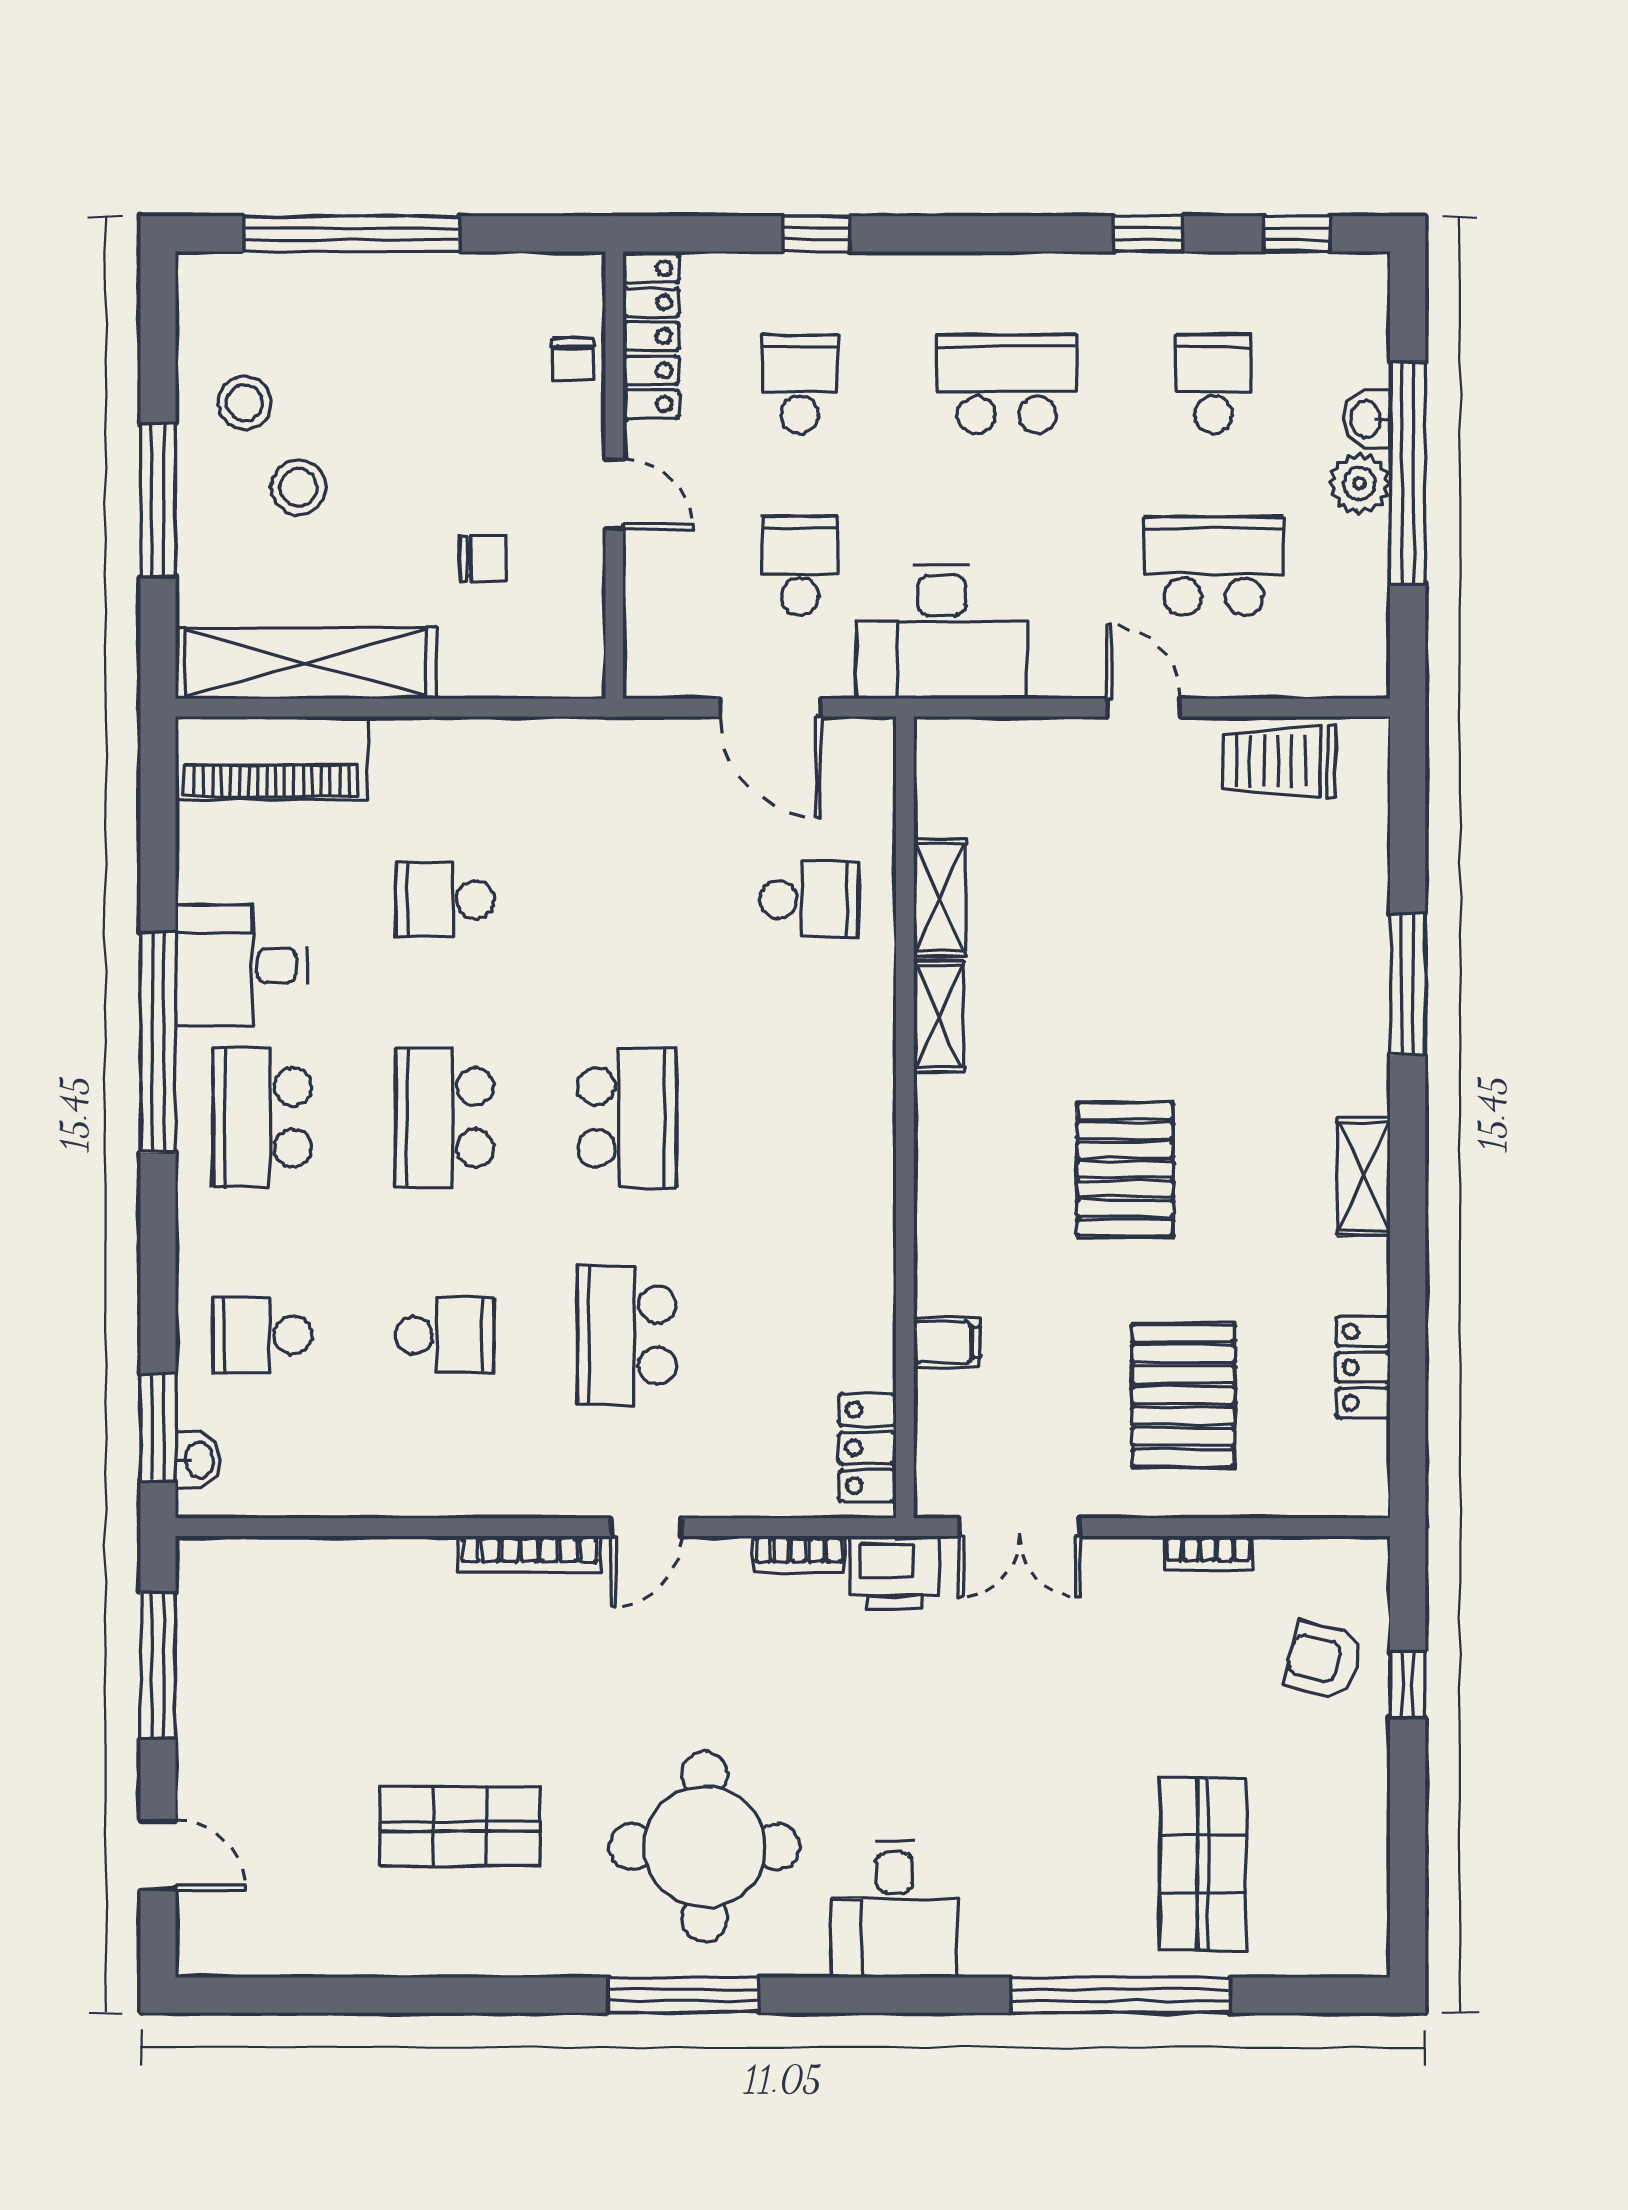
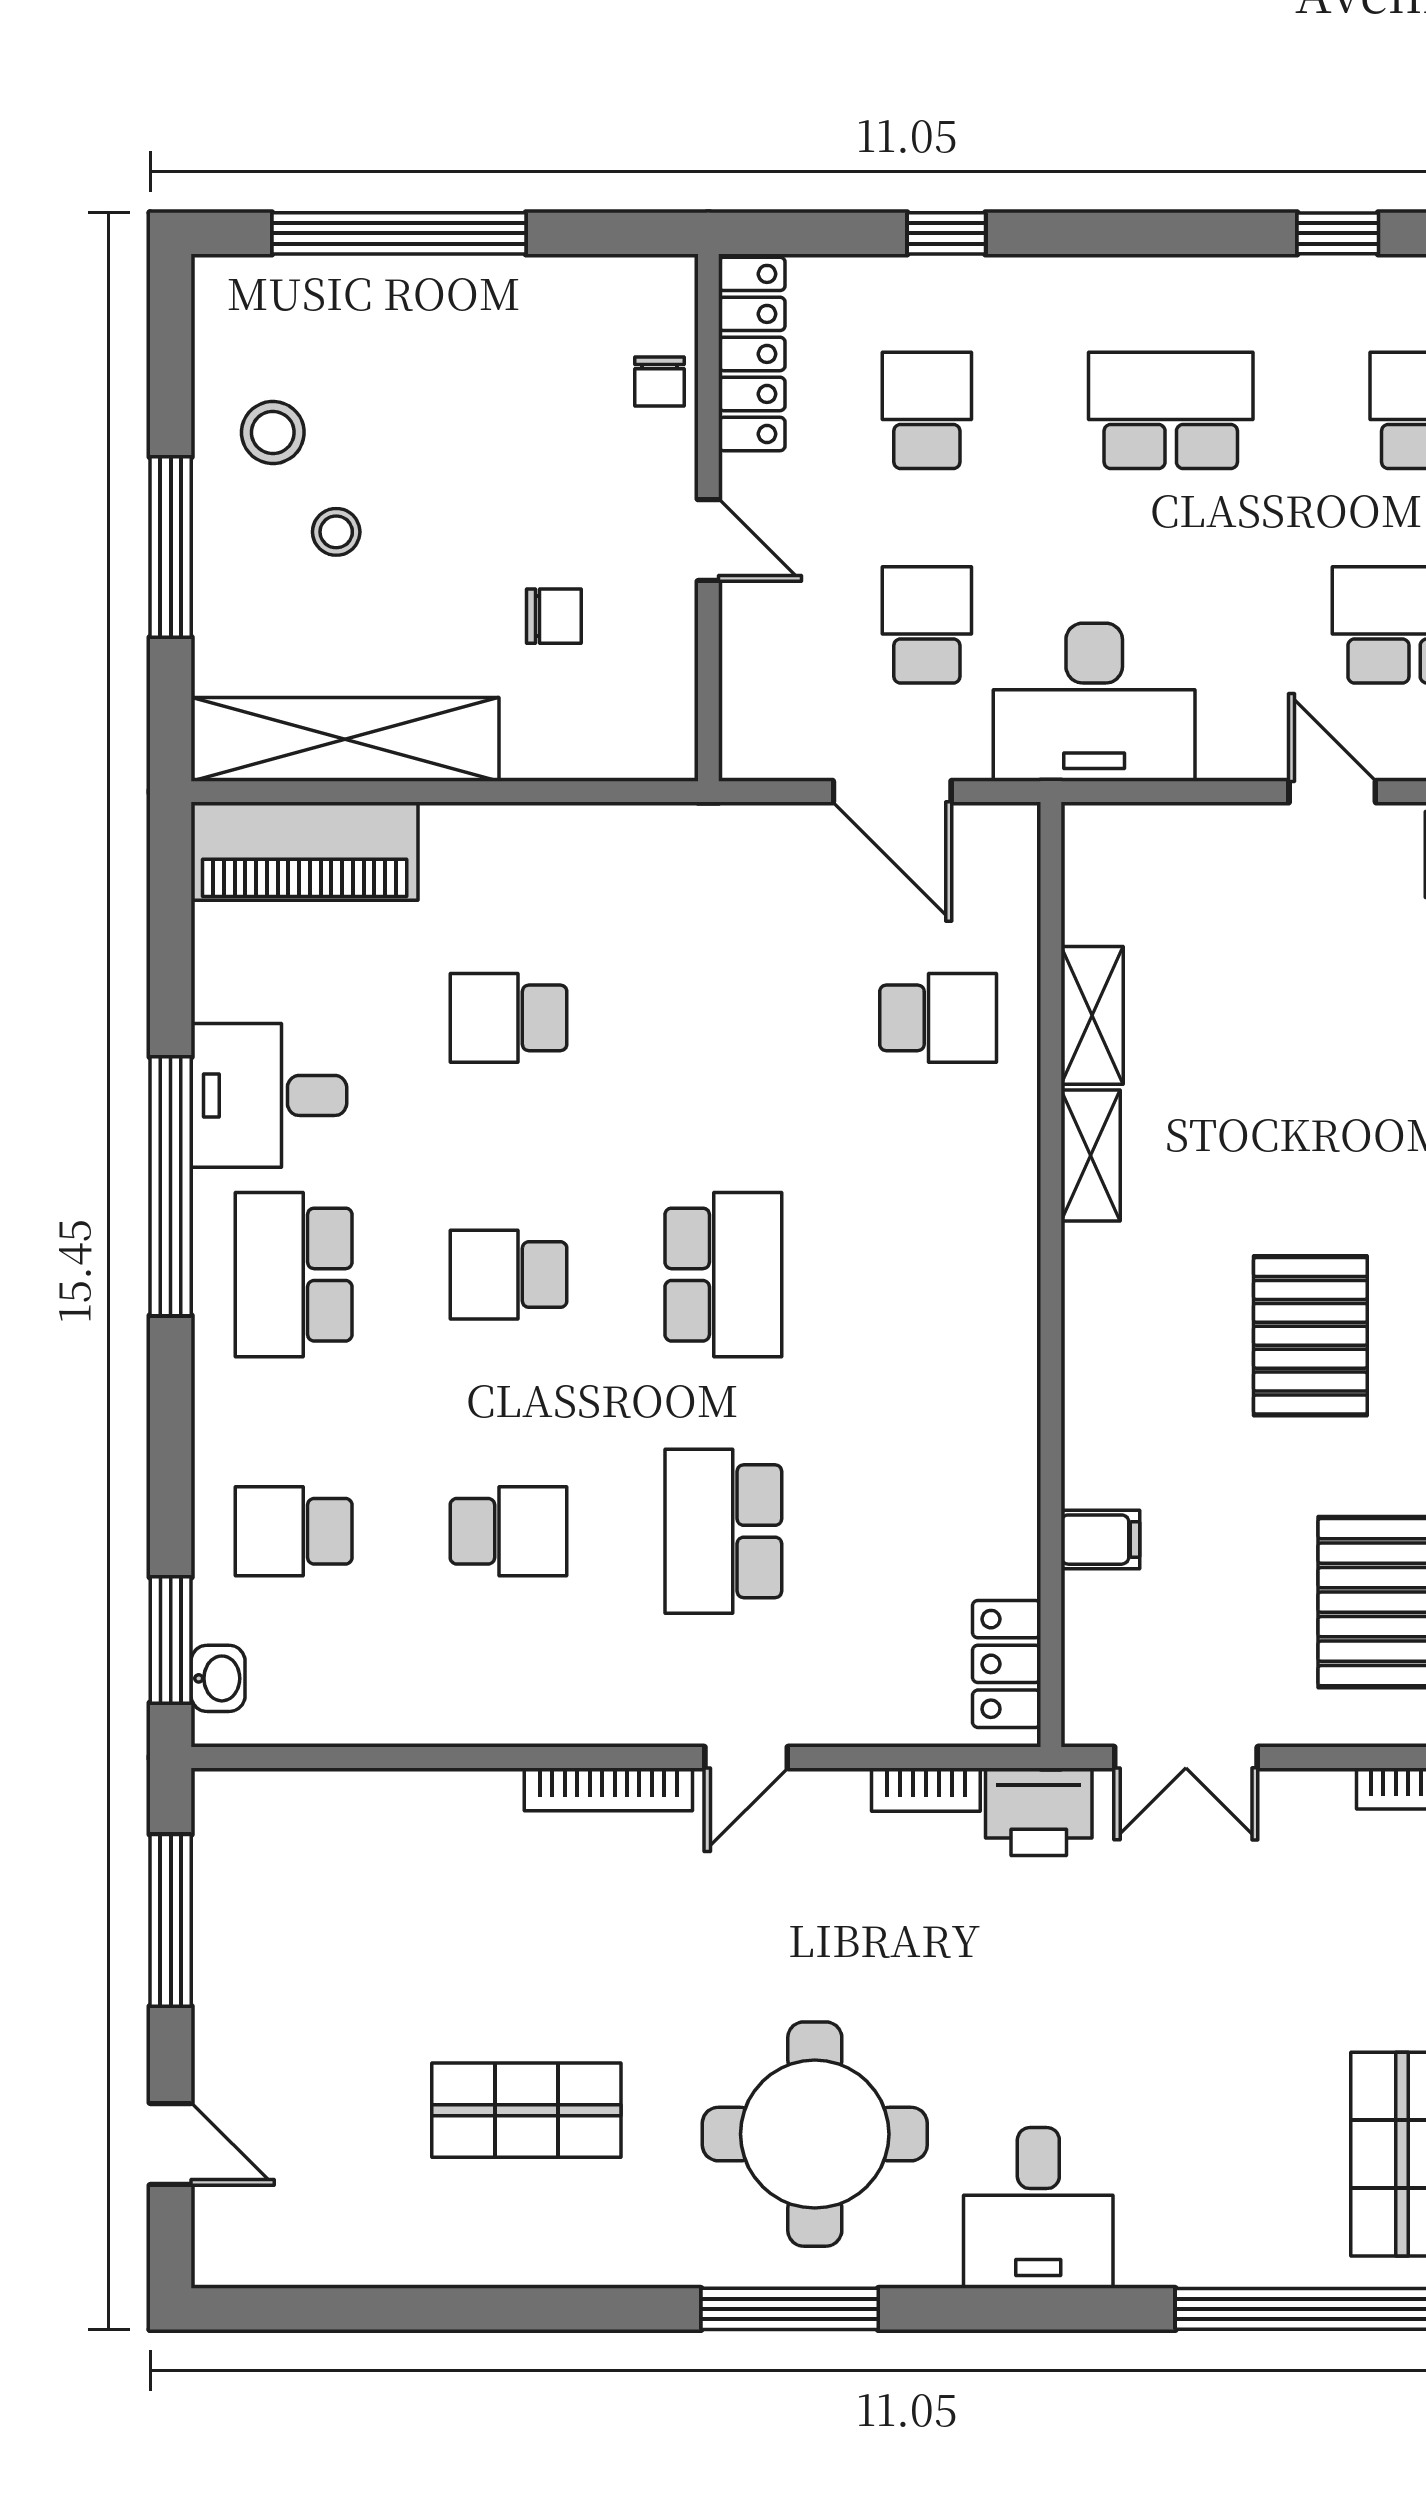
stool: (298, 487) -> (336, 532), width x0.73, depth x0.73
school desk: (445, 1117) -> (508, 1275), width x0.54

